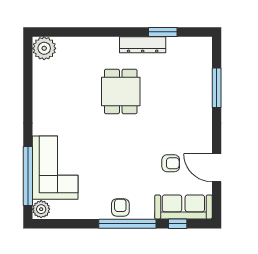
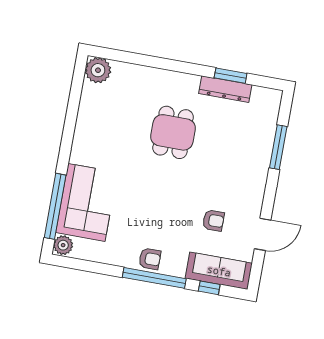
dresser: (143, 45) -> (225, 89), moved
door: (217, 168) -> (263, 234), swing flipped
armchair: (120, 207) -> (150, 259), turned 90

